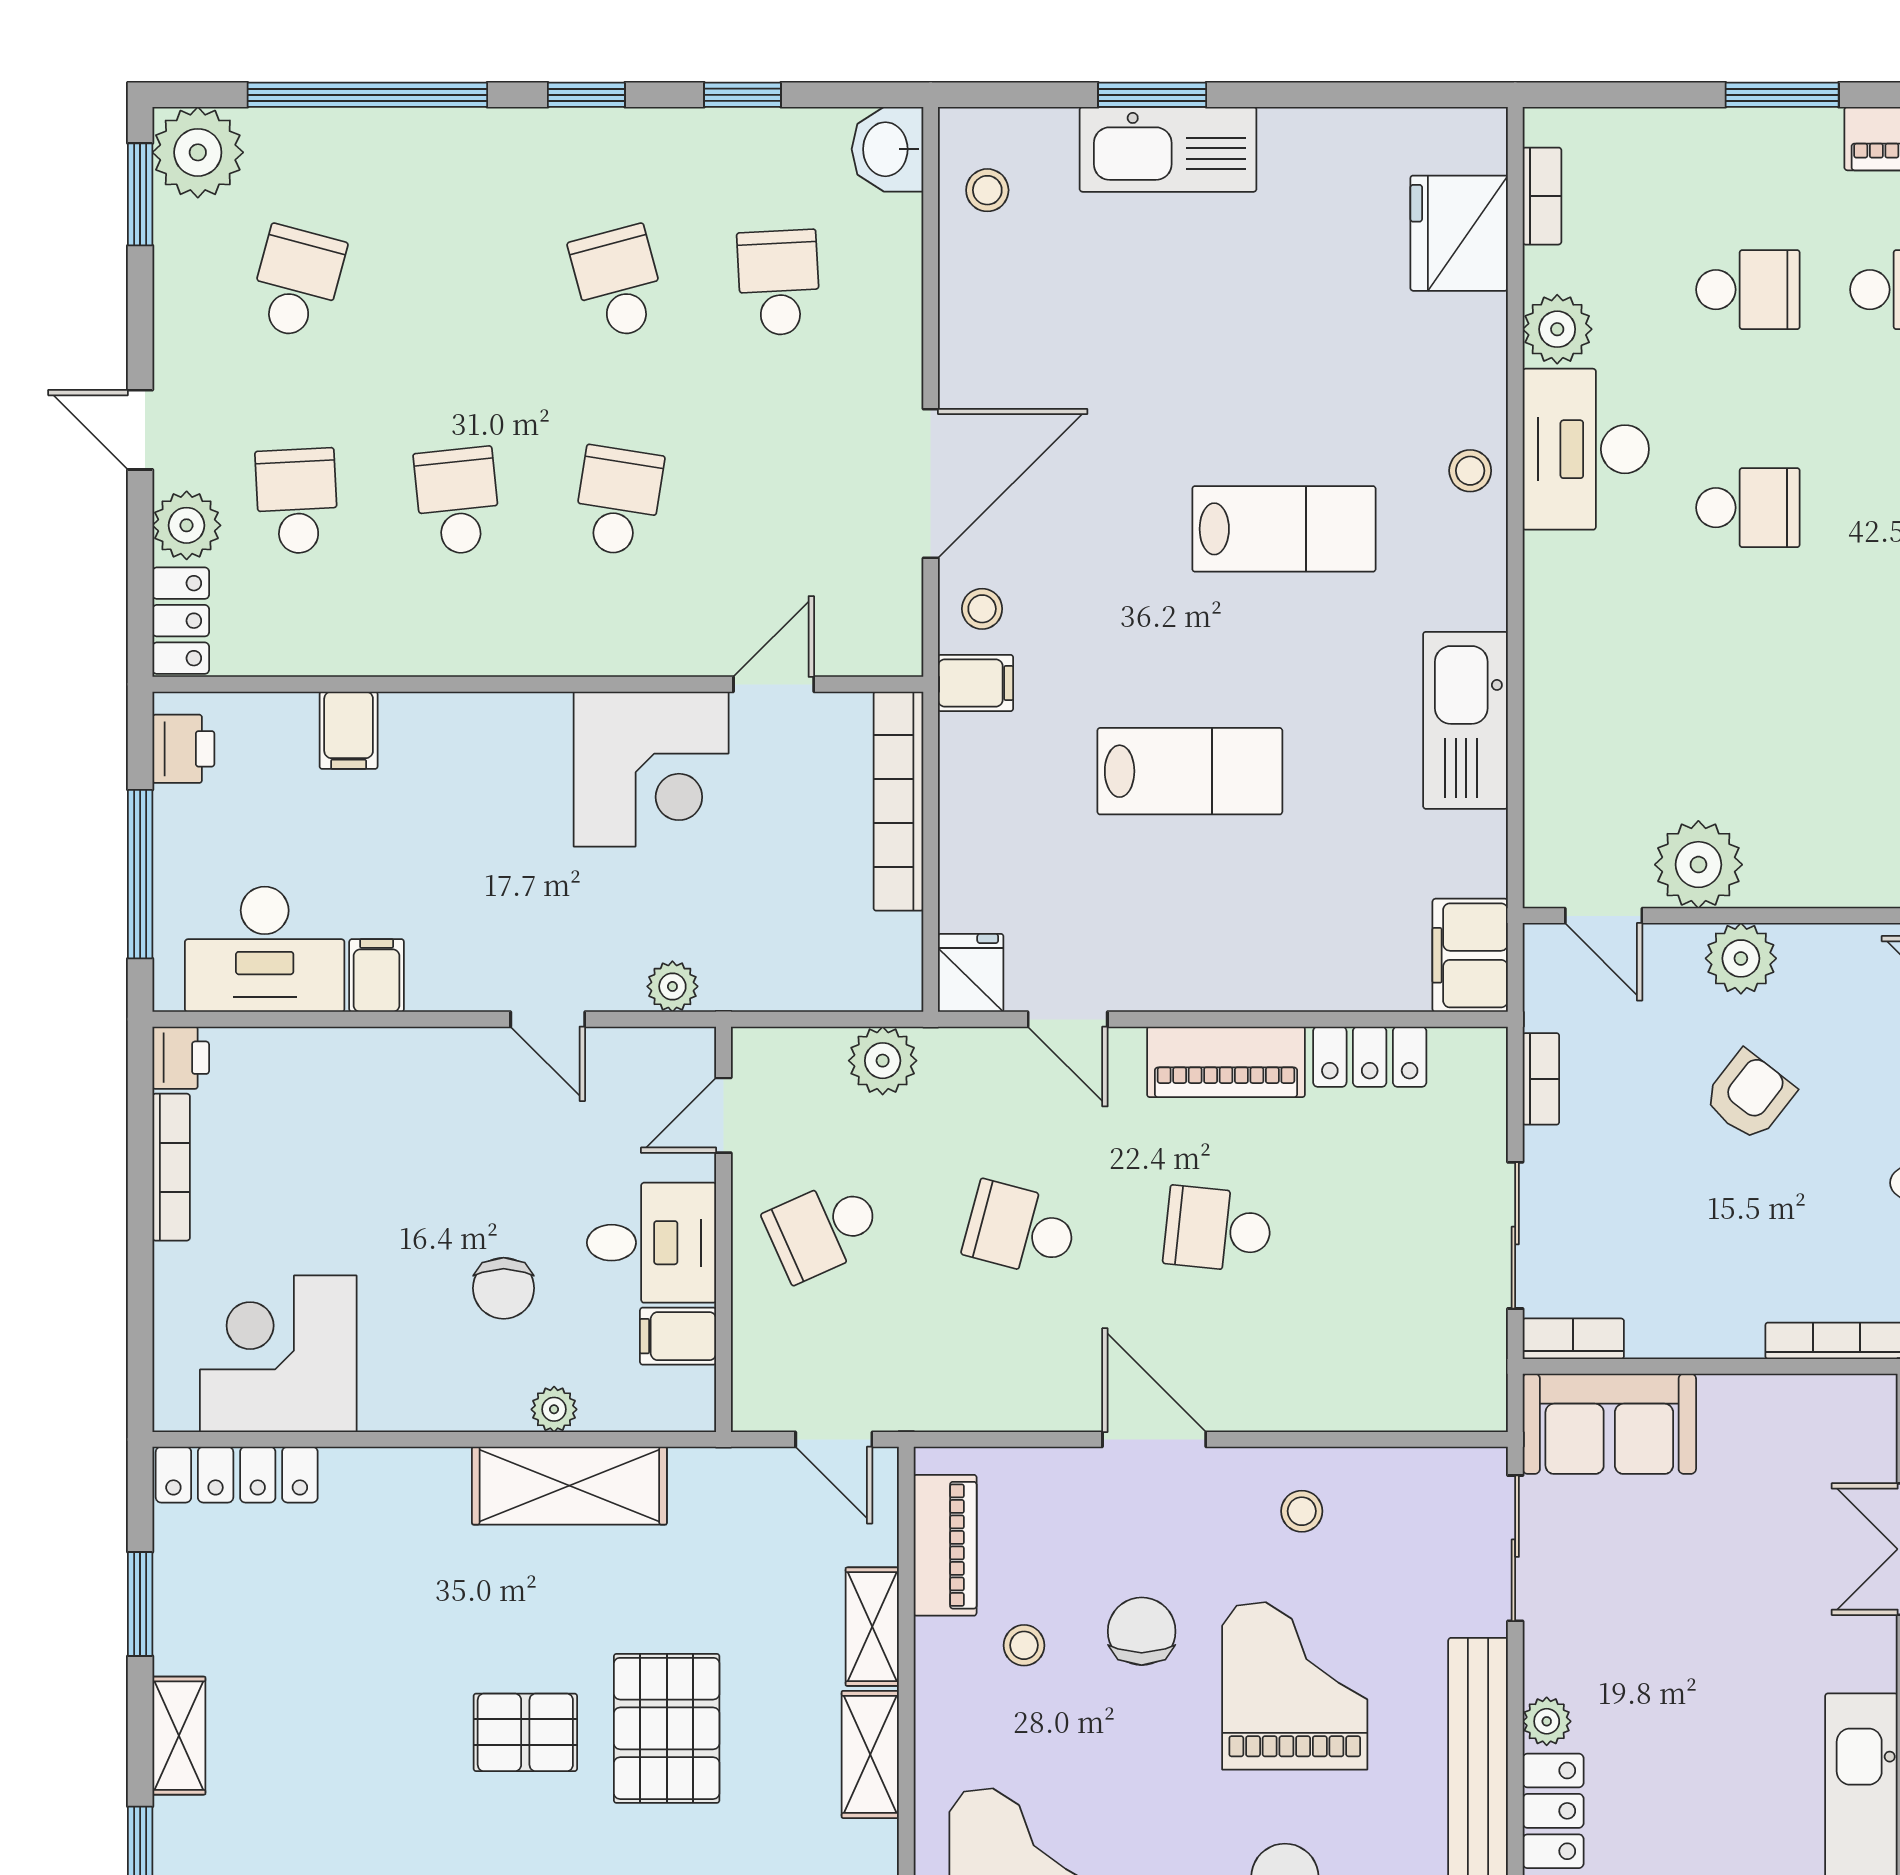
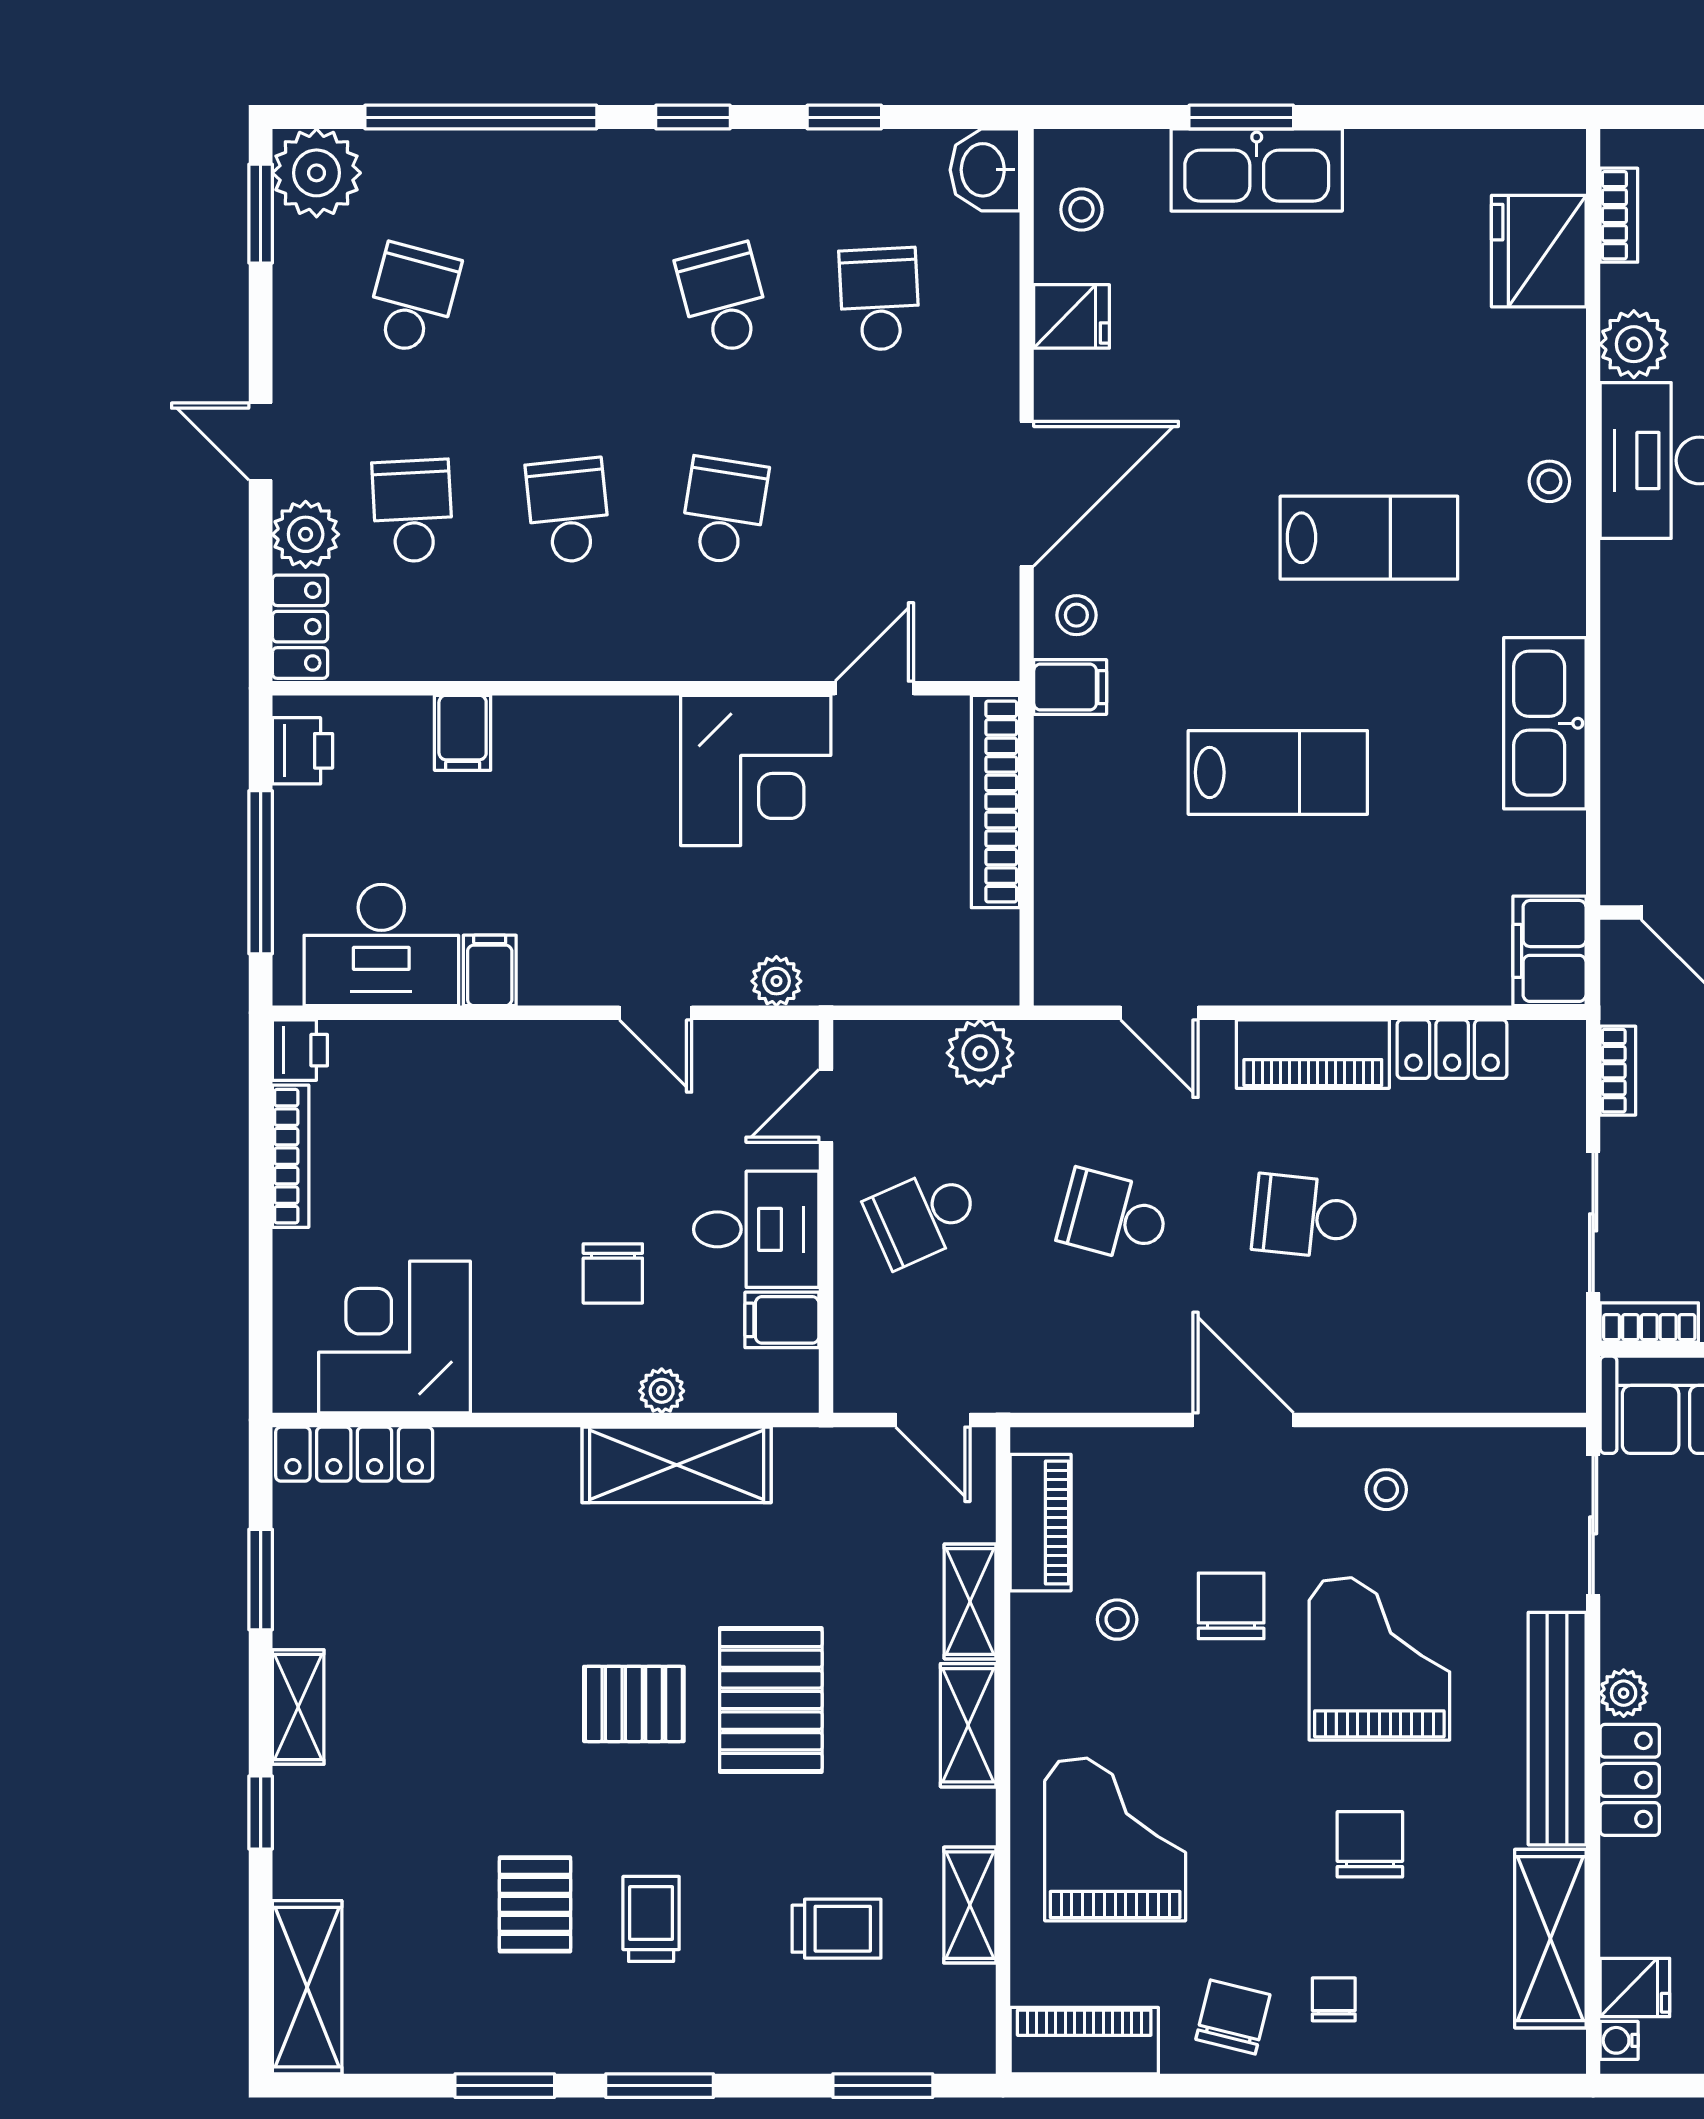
fridge: (971, 973) -> (1072, 316), moved, turned 90

